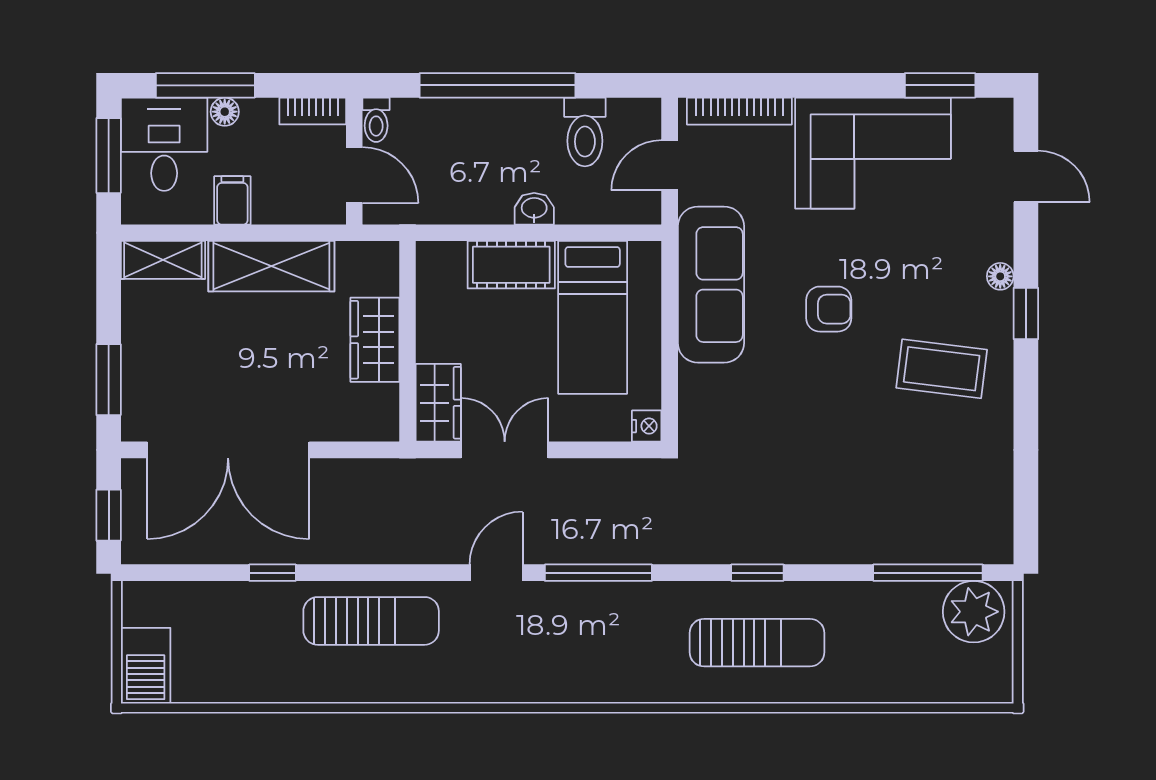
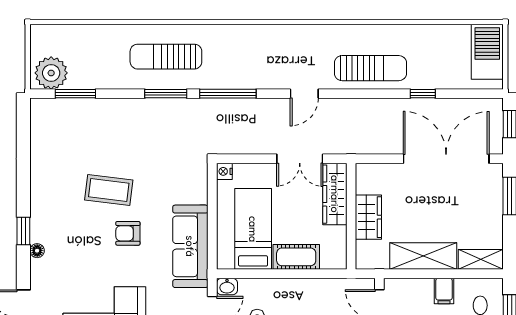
washbasin: (534, 209) -> (227, 287), moved
coffee table: (942, 369) -> (109, 190), moved
wardrobe: (438, 403) -> (335, 194), width x1.50
window: (598, 573) -> (228, 94), moved
window: (757, 573) -> (166, 94), width x1.50
window: (928, 573) -> (75, 94), width x0.69
sun lounger: (371, 621) -> (370, 68), turned 180
barbecue: (146, 666) -> (487, 52), width x1.37, depth x1.21

